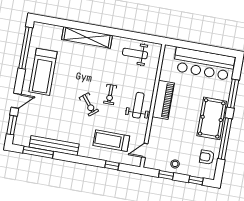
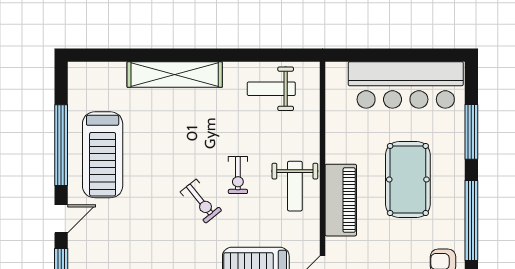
window: (26, 48) -> (61, 145), moved
piano: (163, 100) -> (341, 200), moved
weight bench: (138, 105) -> (295, 186), turned 180
pool table: (212, 118) -> (408, 179), moved

